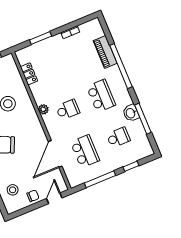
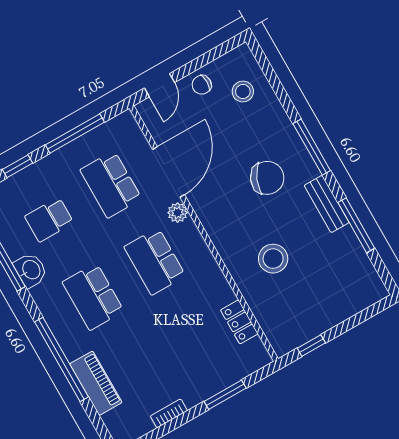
plant: (43, 109) -> (178, 213), moved
school desk: (68, 110) -> (155, 261), width x1.85

